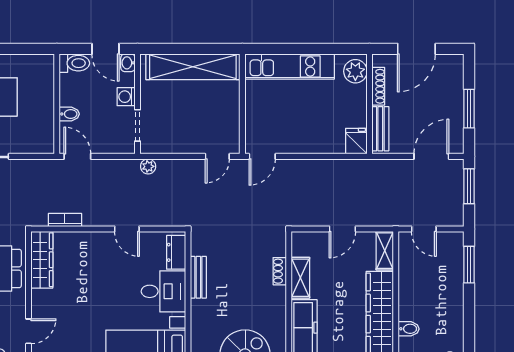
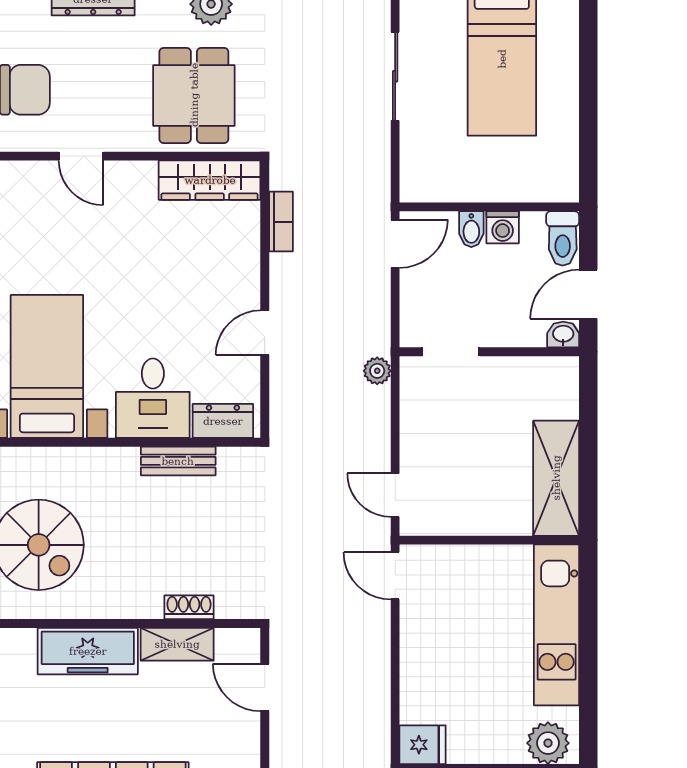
shelving: (193, 67) -> (556, 478), width x0.68
washing machine: (126, 97) -> (503, 227), moved, turned 180
door: (342, 229) -> (265, 687), moved

